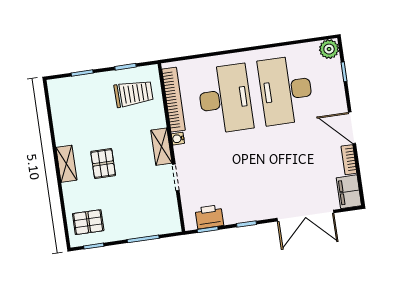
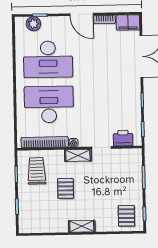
plant: (329, 49) -> (33, 24), moved
door: (352, 128) -> (81, 14), hinge flipped
pallet: (103, 164) -> (66, 188), moved, turned 90
printer: (209, 217) -> (123, 138), moved, turned 90

